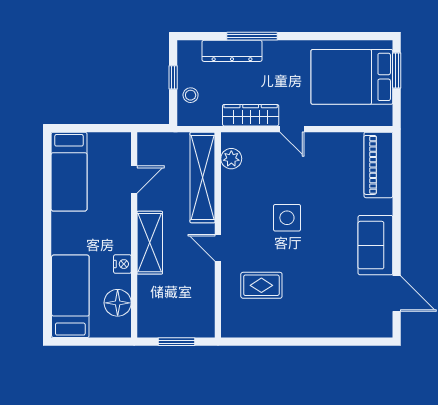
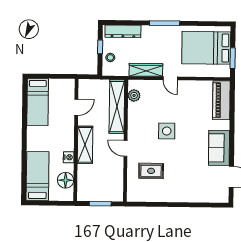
window: (252, 36) -> (165, 23), moved
dresser: (232, 51) -> (123, 31), moved
window: (397, 70) -> (233, 58), moved

